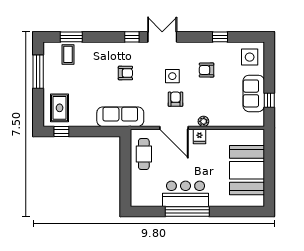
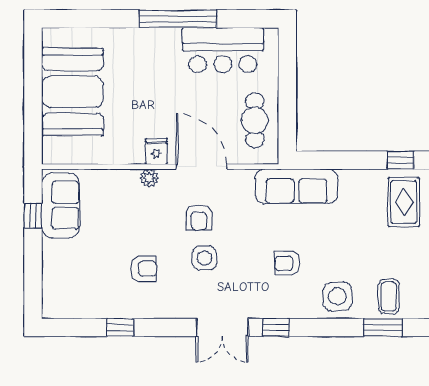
side table: (250, 57) -> (337, 296), moved
sofa: (254, 93) -> (61, 205), moved
bar counter: (186, 194) -> (223, 50), moved

